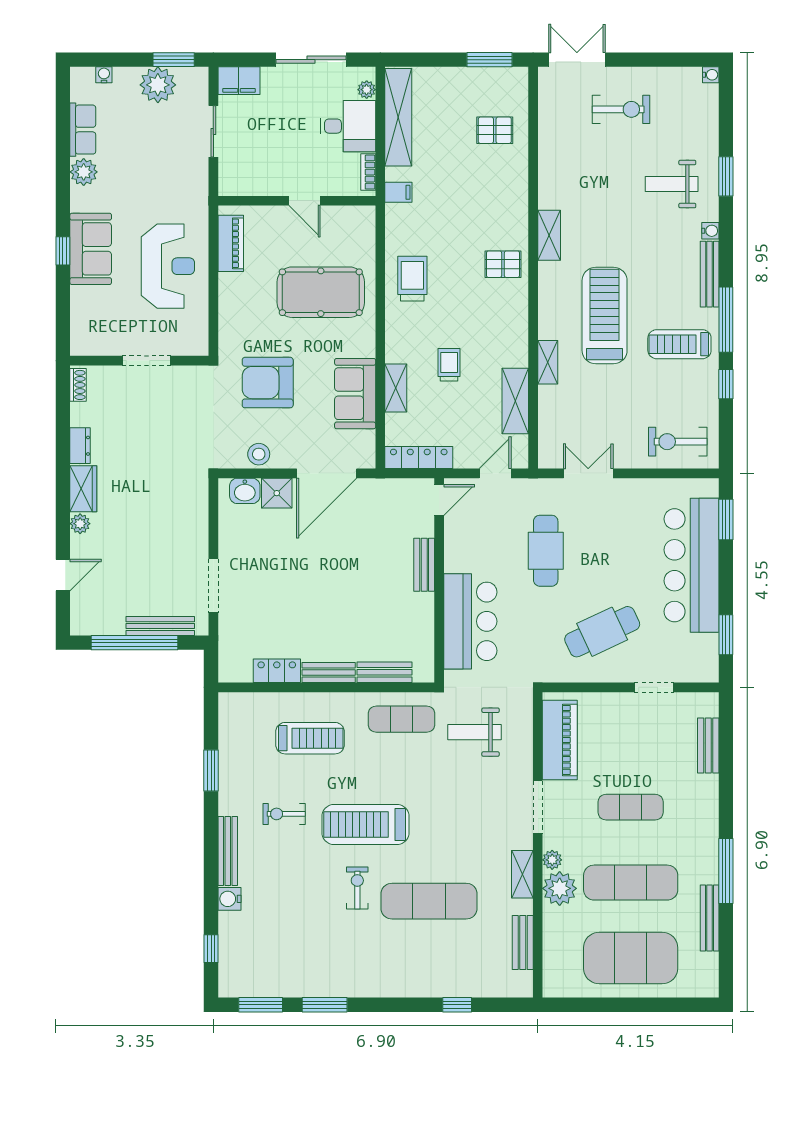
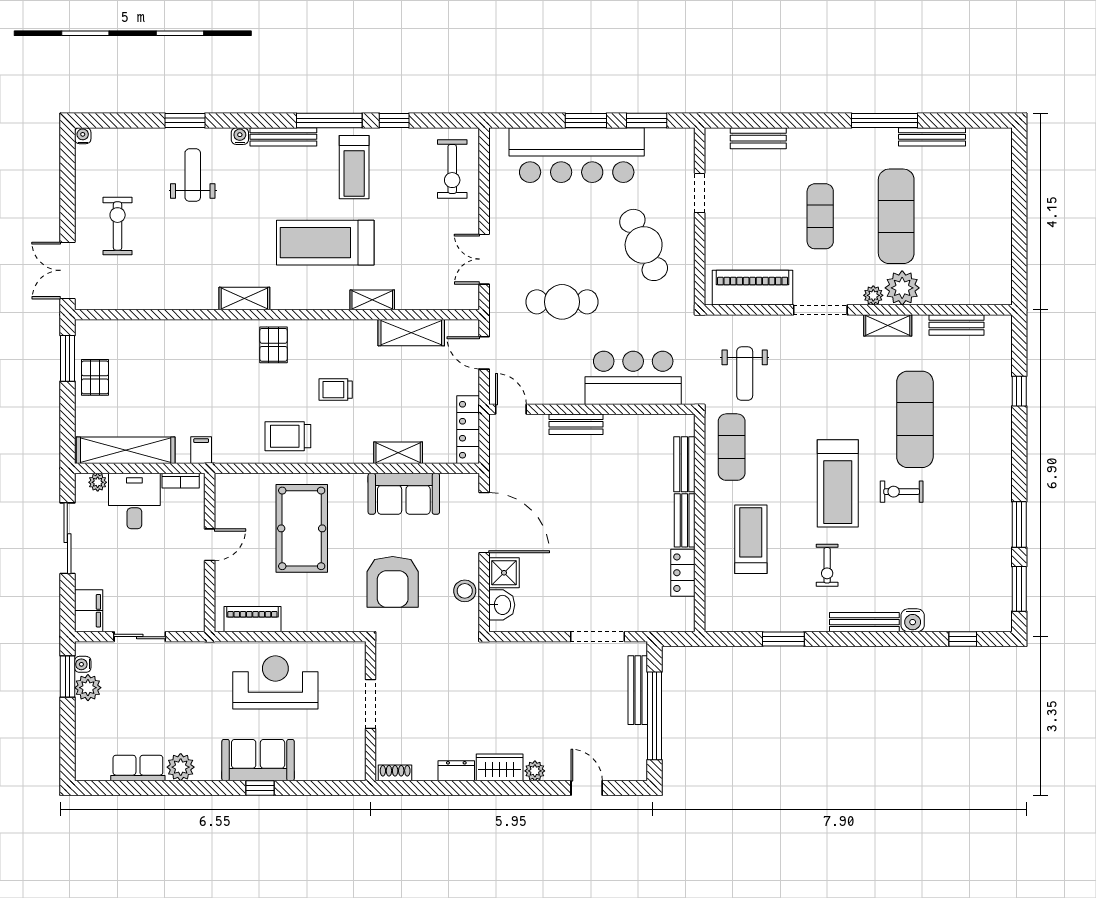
water cooler: (104, 75) -> (83, 664), moved
plant: (158, 85) -> (88, 688), width x0.73, depth x0.73
pallet: (495, 130) -> (95, 377), moved
weight bench: (672, 184) -> (193, 175), turned 180
trolley: (449, 365) -> (336, 390), moved
window: (726, 520) -> (586, 120), moved
exercise mat: (631, 958) -> (972, 216), removed

